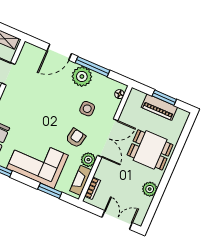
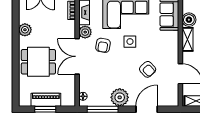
window: (92, 67) -> (103, 109), moved
armchair: (40, 93) -> (148, 69), added
side table: (87, 109) -> (130, 42), moved

